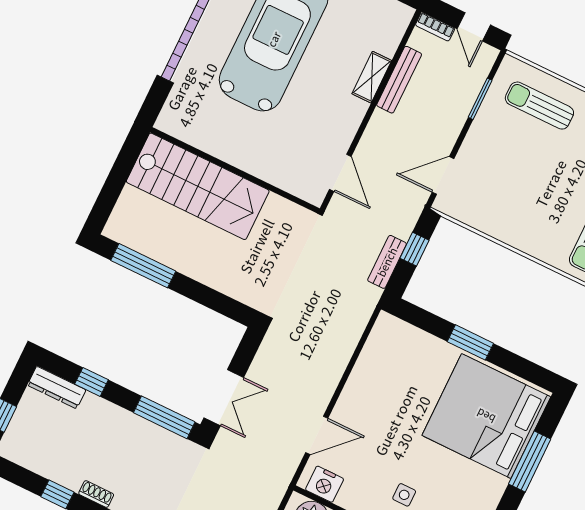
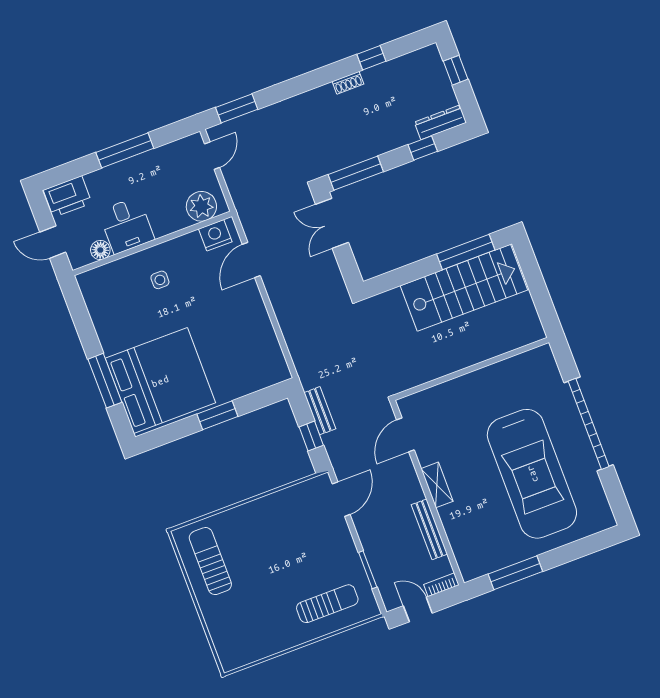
shelving: (372, 77) -> (437, 485), moved
door: (340, 173) -> (405, 435), hinge flipped
stairs: (198, 186) -> (464, 288), moved, turned 180

